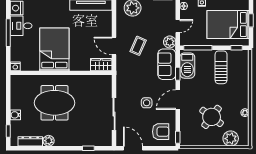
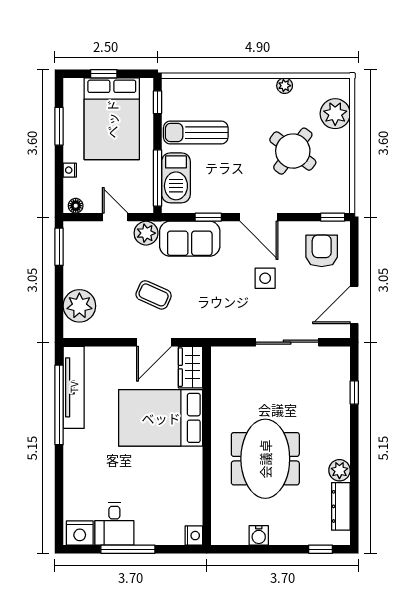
bed: (54, 49) -> (161, 418), moved
barbecue: (187, 66) -> (176, 178), moved, turned 90
water cooler: (15, 115) -> (259, 535), moved

